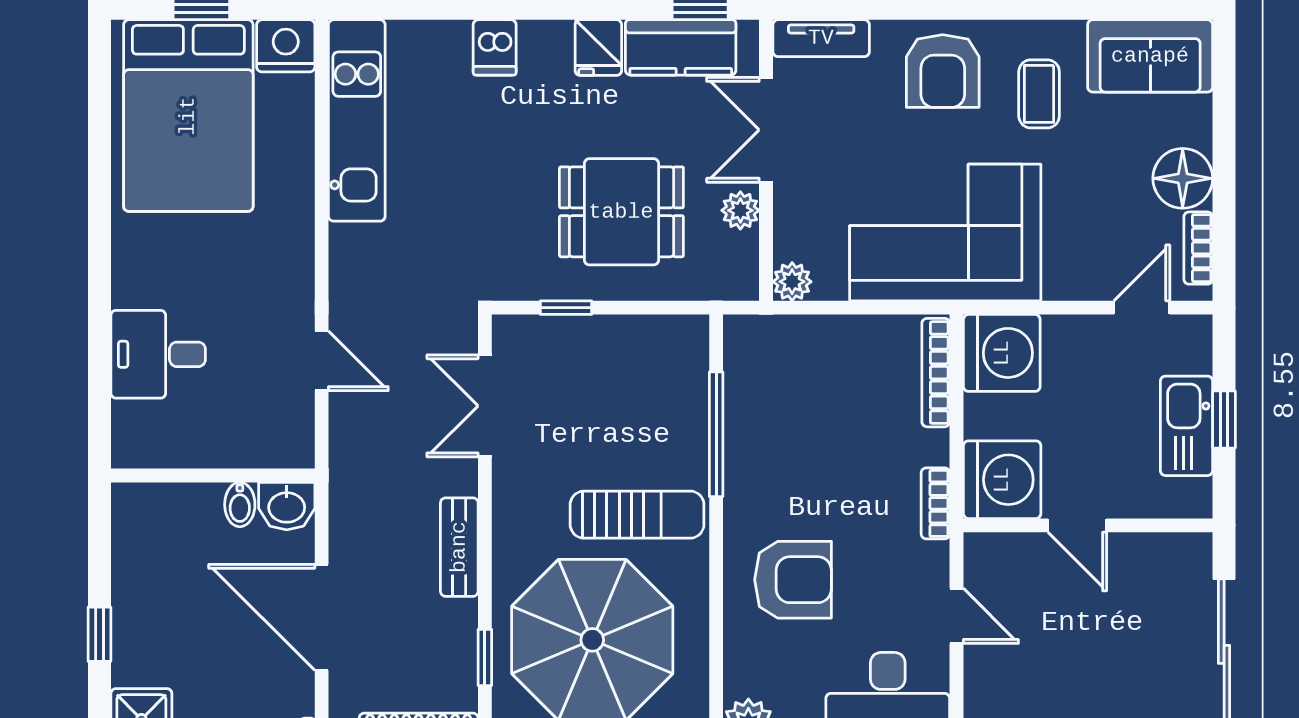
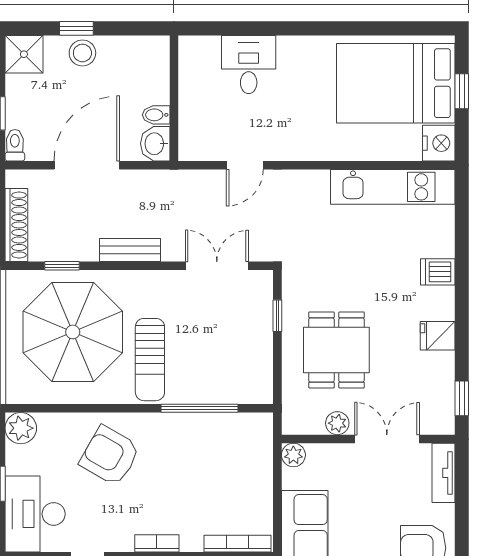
kitchen counter: (681, 47) -> (438, 386), removed
armchair: (793, 580) -> (110, 456), turned 120
stool: (139, 624) -> (82, 53), added

